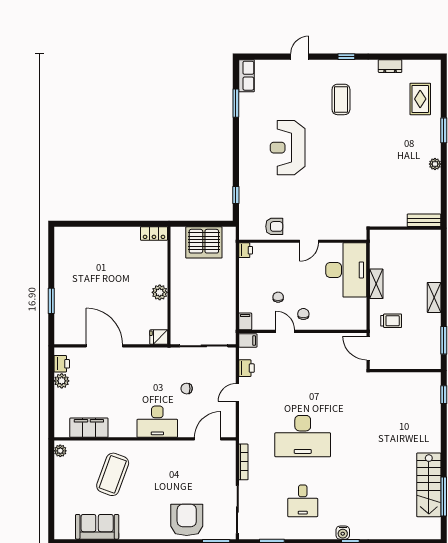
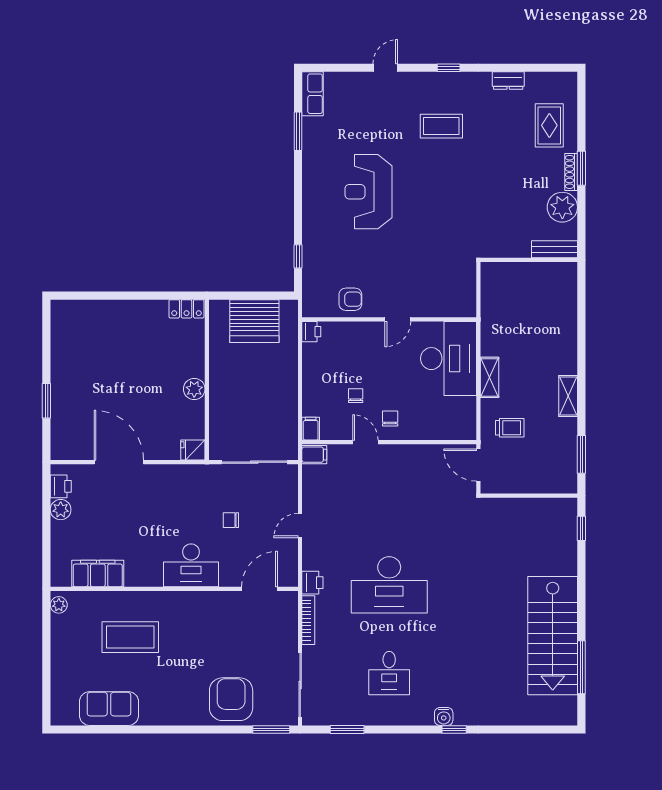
coffee table: (341, 99) -> (441, 126), turned 90
shoe rack: (436, 133) -> (571, 172), added
plant: (435, 164) -> (562, 207), width x1.88, depth x1.88
bench: (424, 220) -> (554, 249), moved
wall: (405, 228) -> (529, 260), moved
printer: (246, 368) -> (312, 583), moved
coffee table: (113, 474) -> (130, 637), turned 70
stairs: (429, 485) -> (553, 636), width x1.36, depth x1.51

